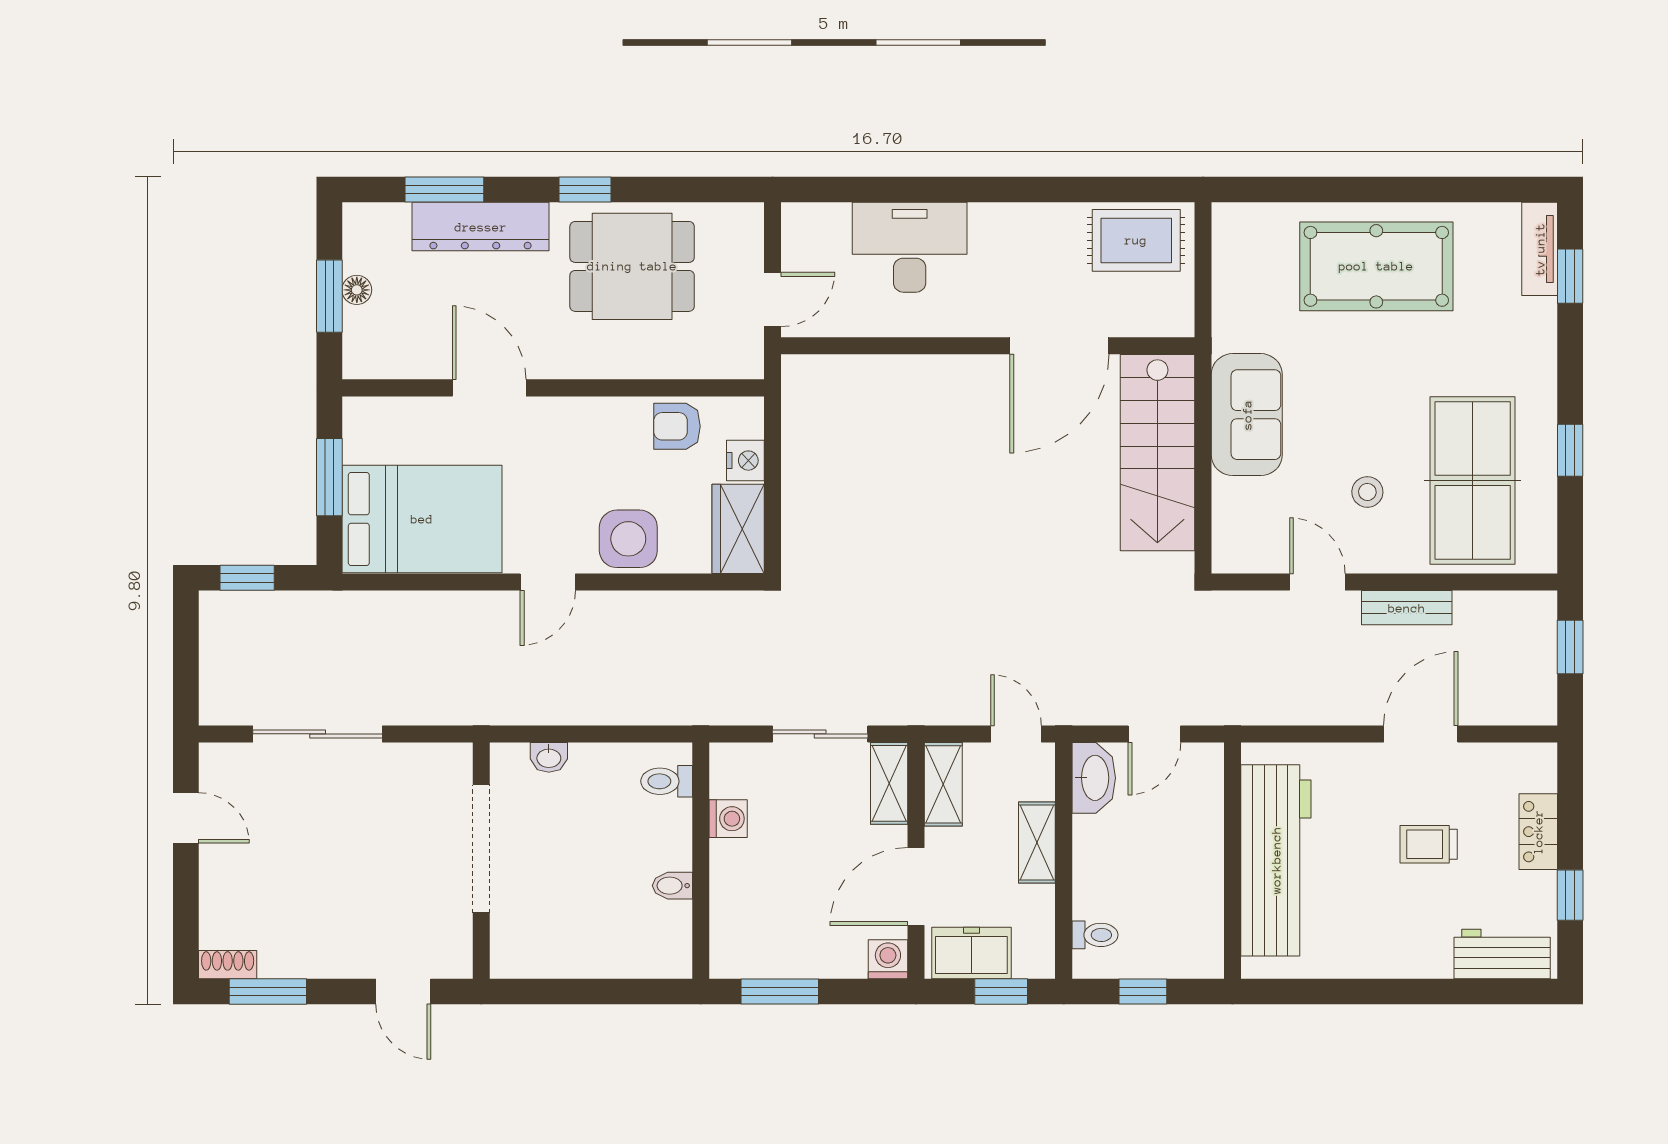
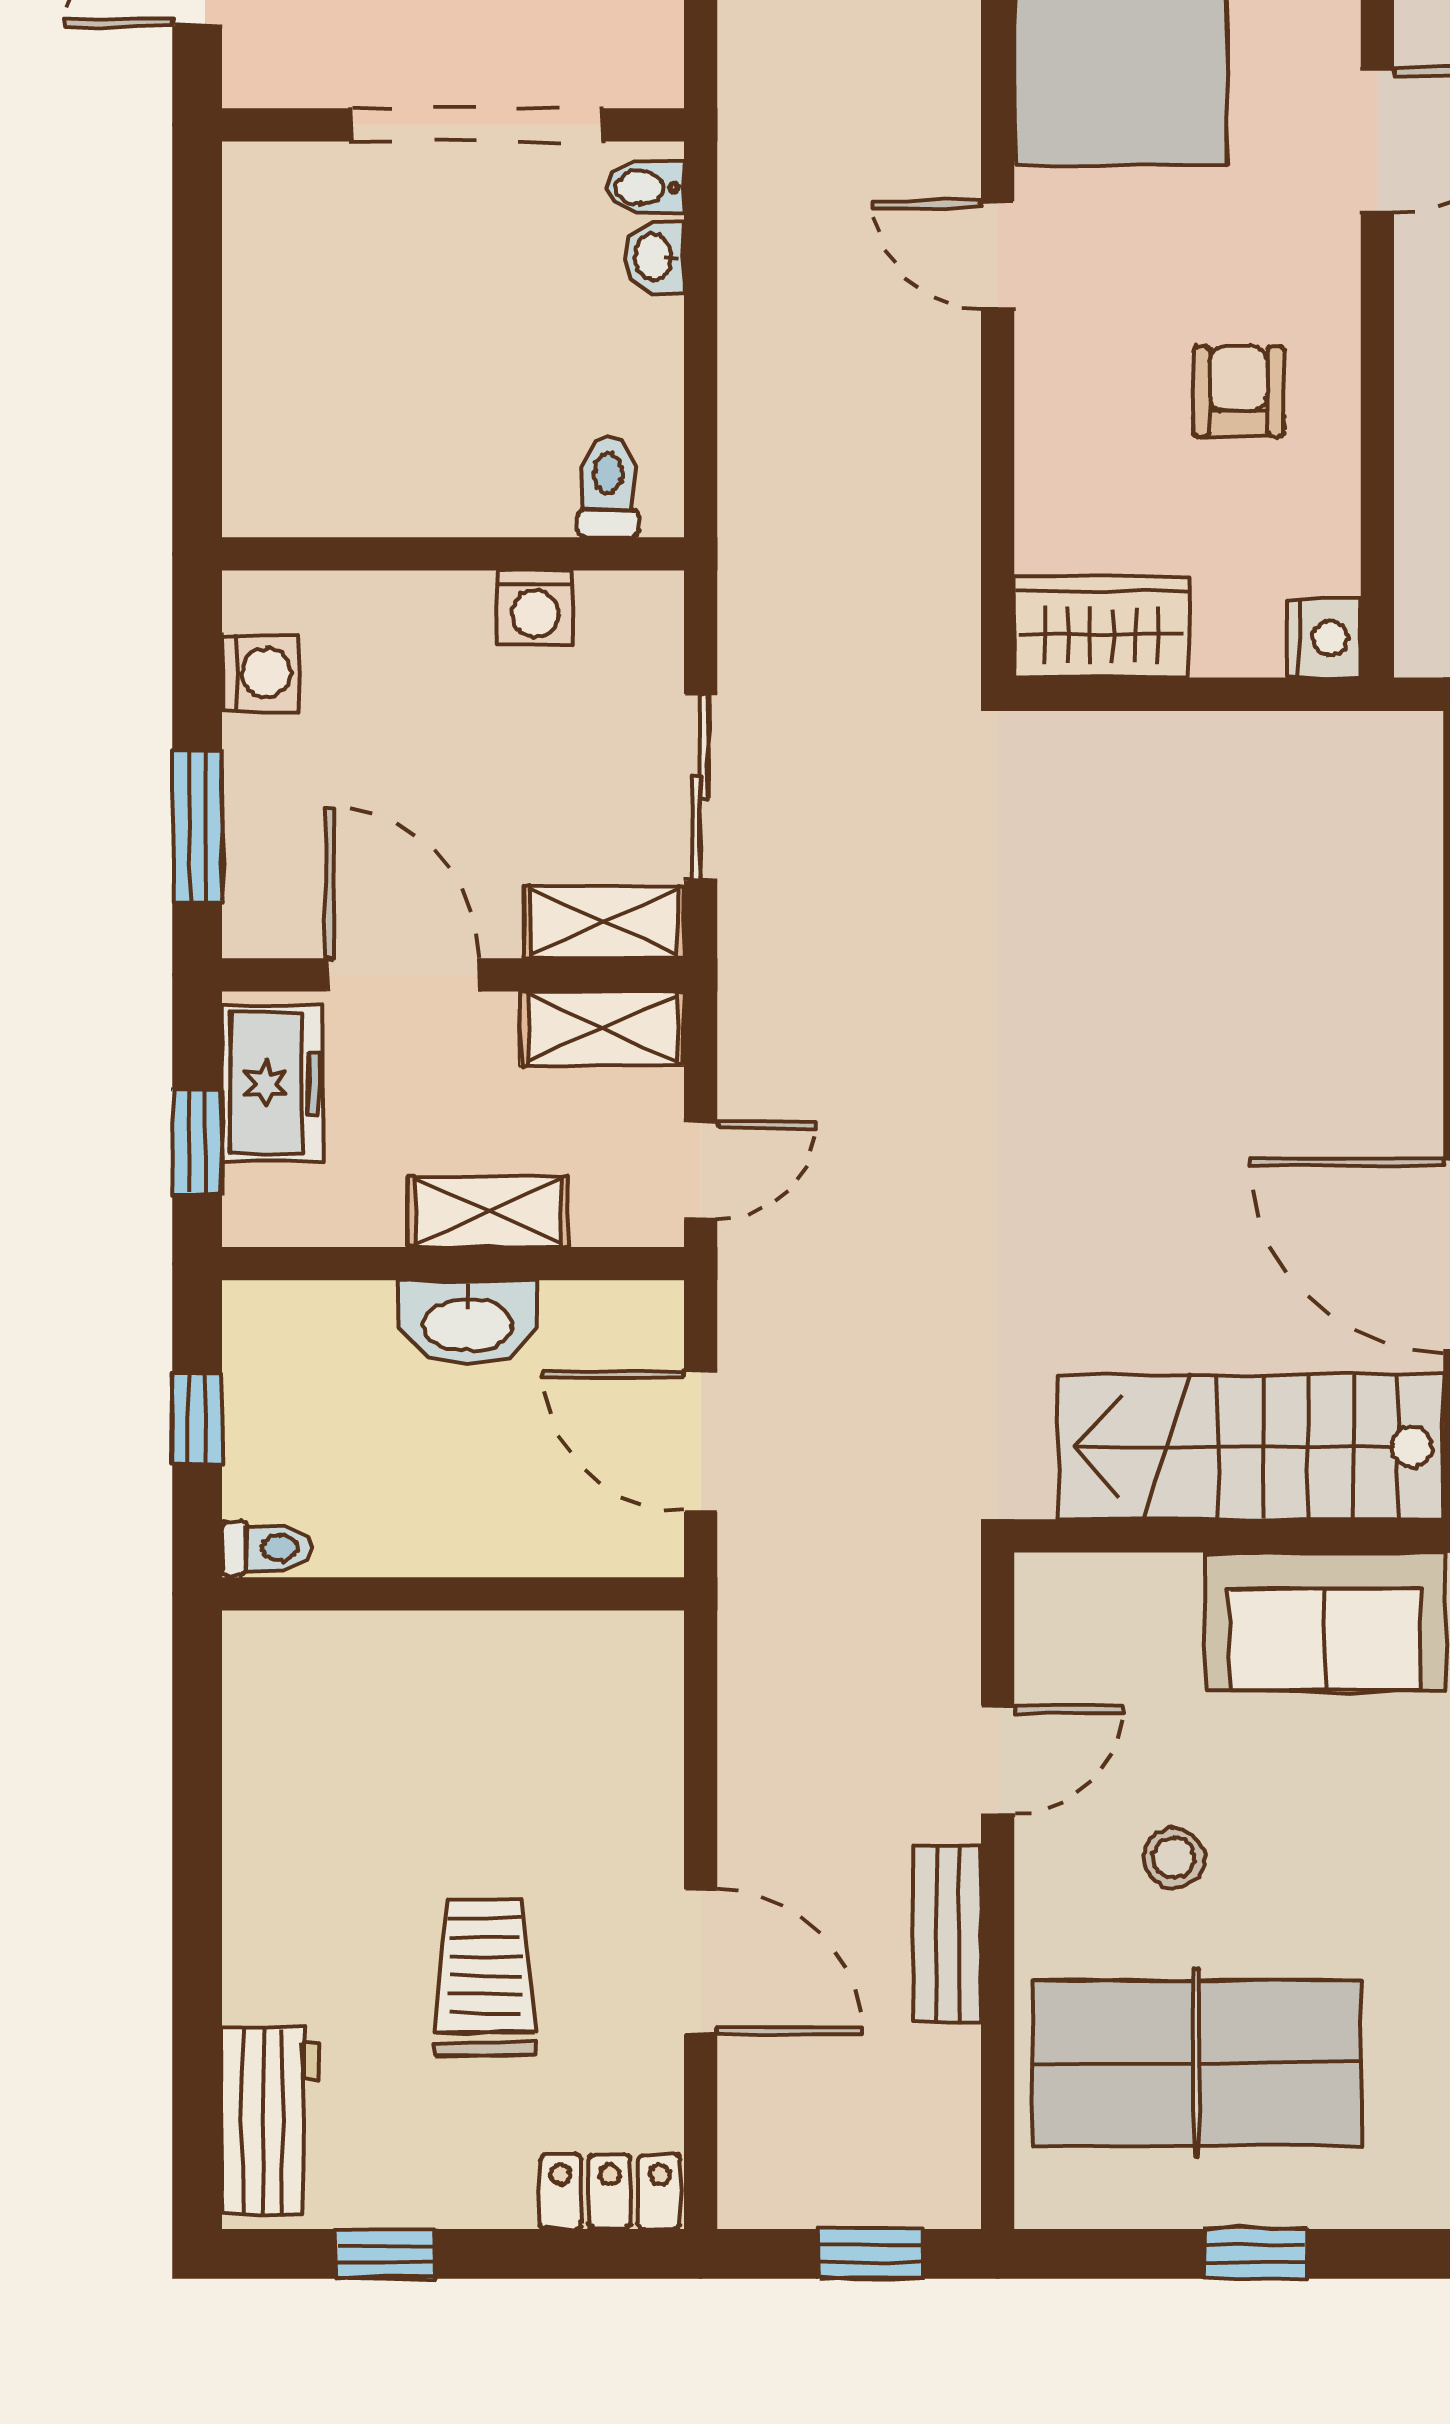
armchair: (677, 426) -> (1238, 391), moved
nightstand: (745, 461) -> (1324, 638), moved, turned -90
side table: (628, 539) -> (1082, 412), removed
door: (1154, 734) -> (701, 1441), width x1.38
washbasin: (1094, 778) -> (468, 1323), moved
locker: (1538, 832) -> (610, 2192), moved
trolley: (1429, 844) -> (485, 1977), width x1.36, depth x1.39
workbench: (1276, 860) -> (453, 1679), removed
bidet: (672, 886) -> (645, 188), moved, turned -90
toilet: (1095, 935) -> (267, 1548), moved, turned -90
washing machine: (888, 959) -> (260, 673), moved
window: (780, 991) -> (197, 826), moved

